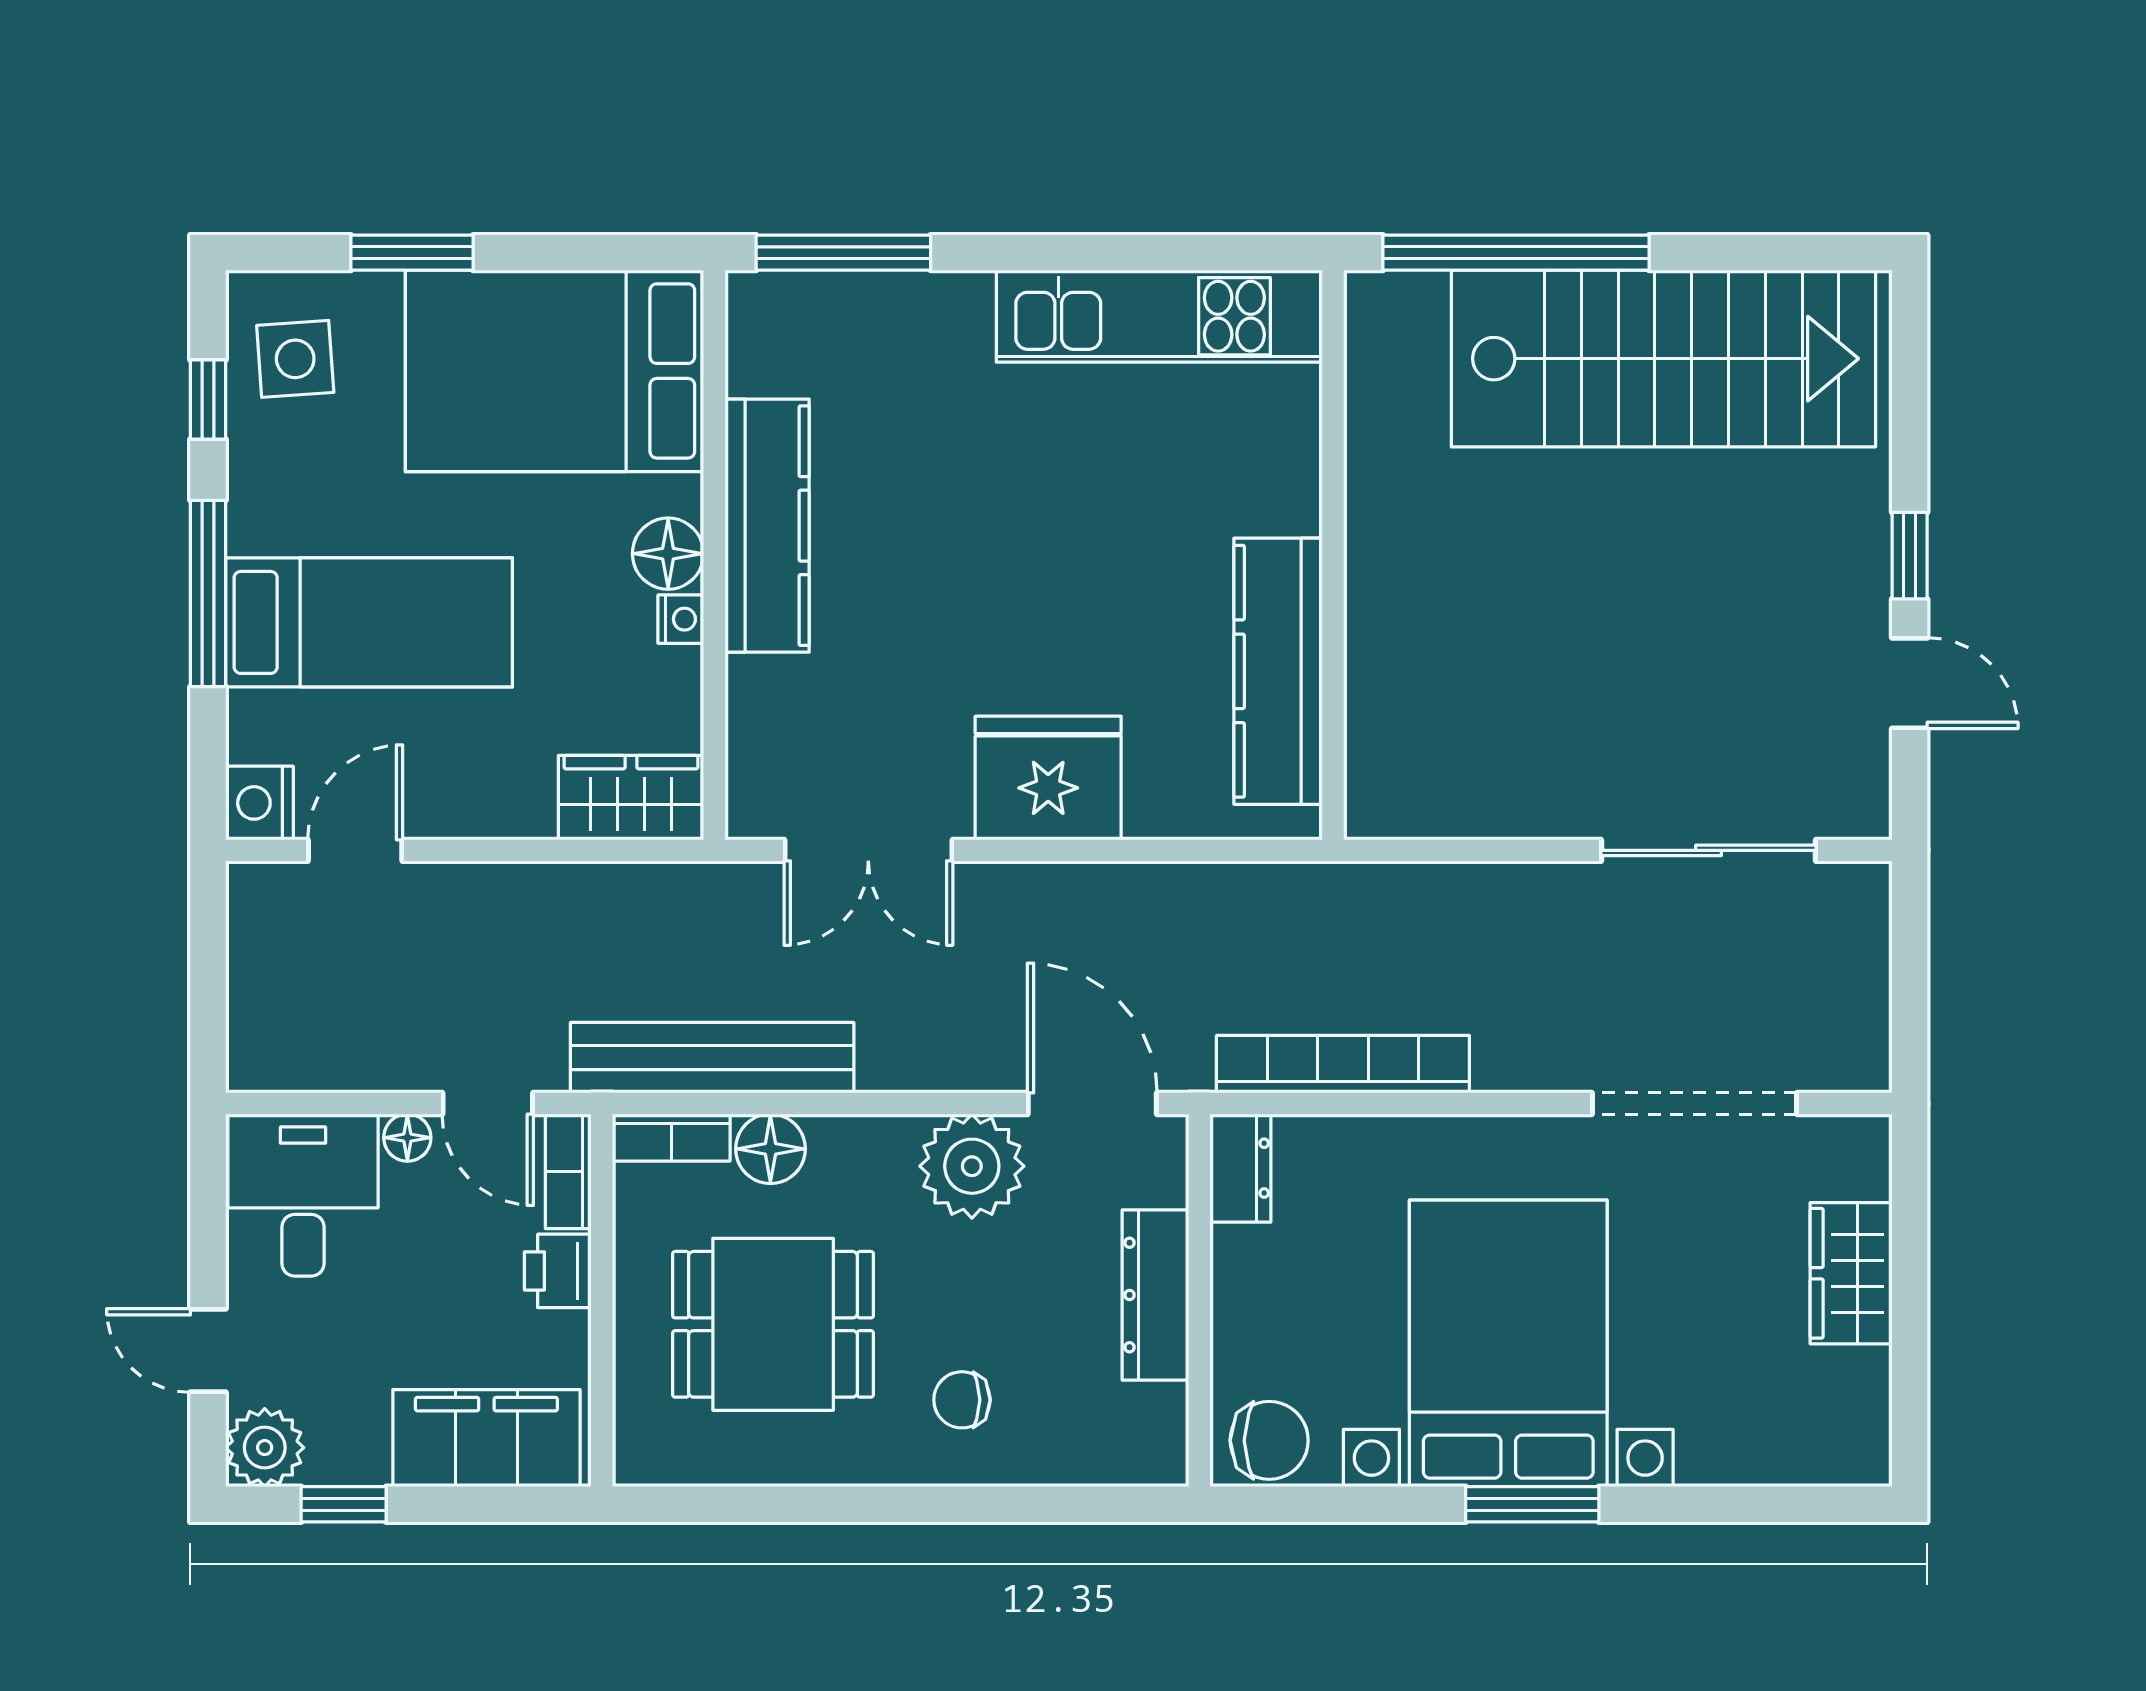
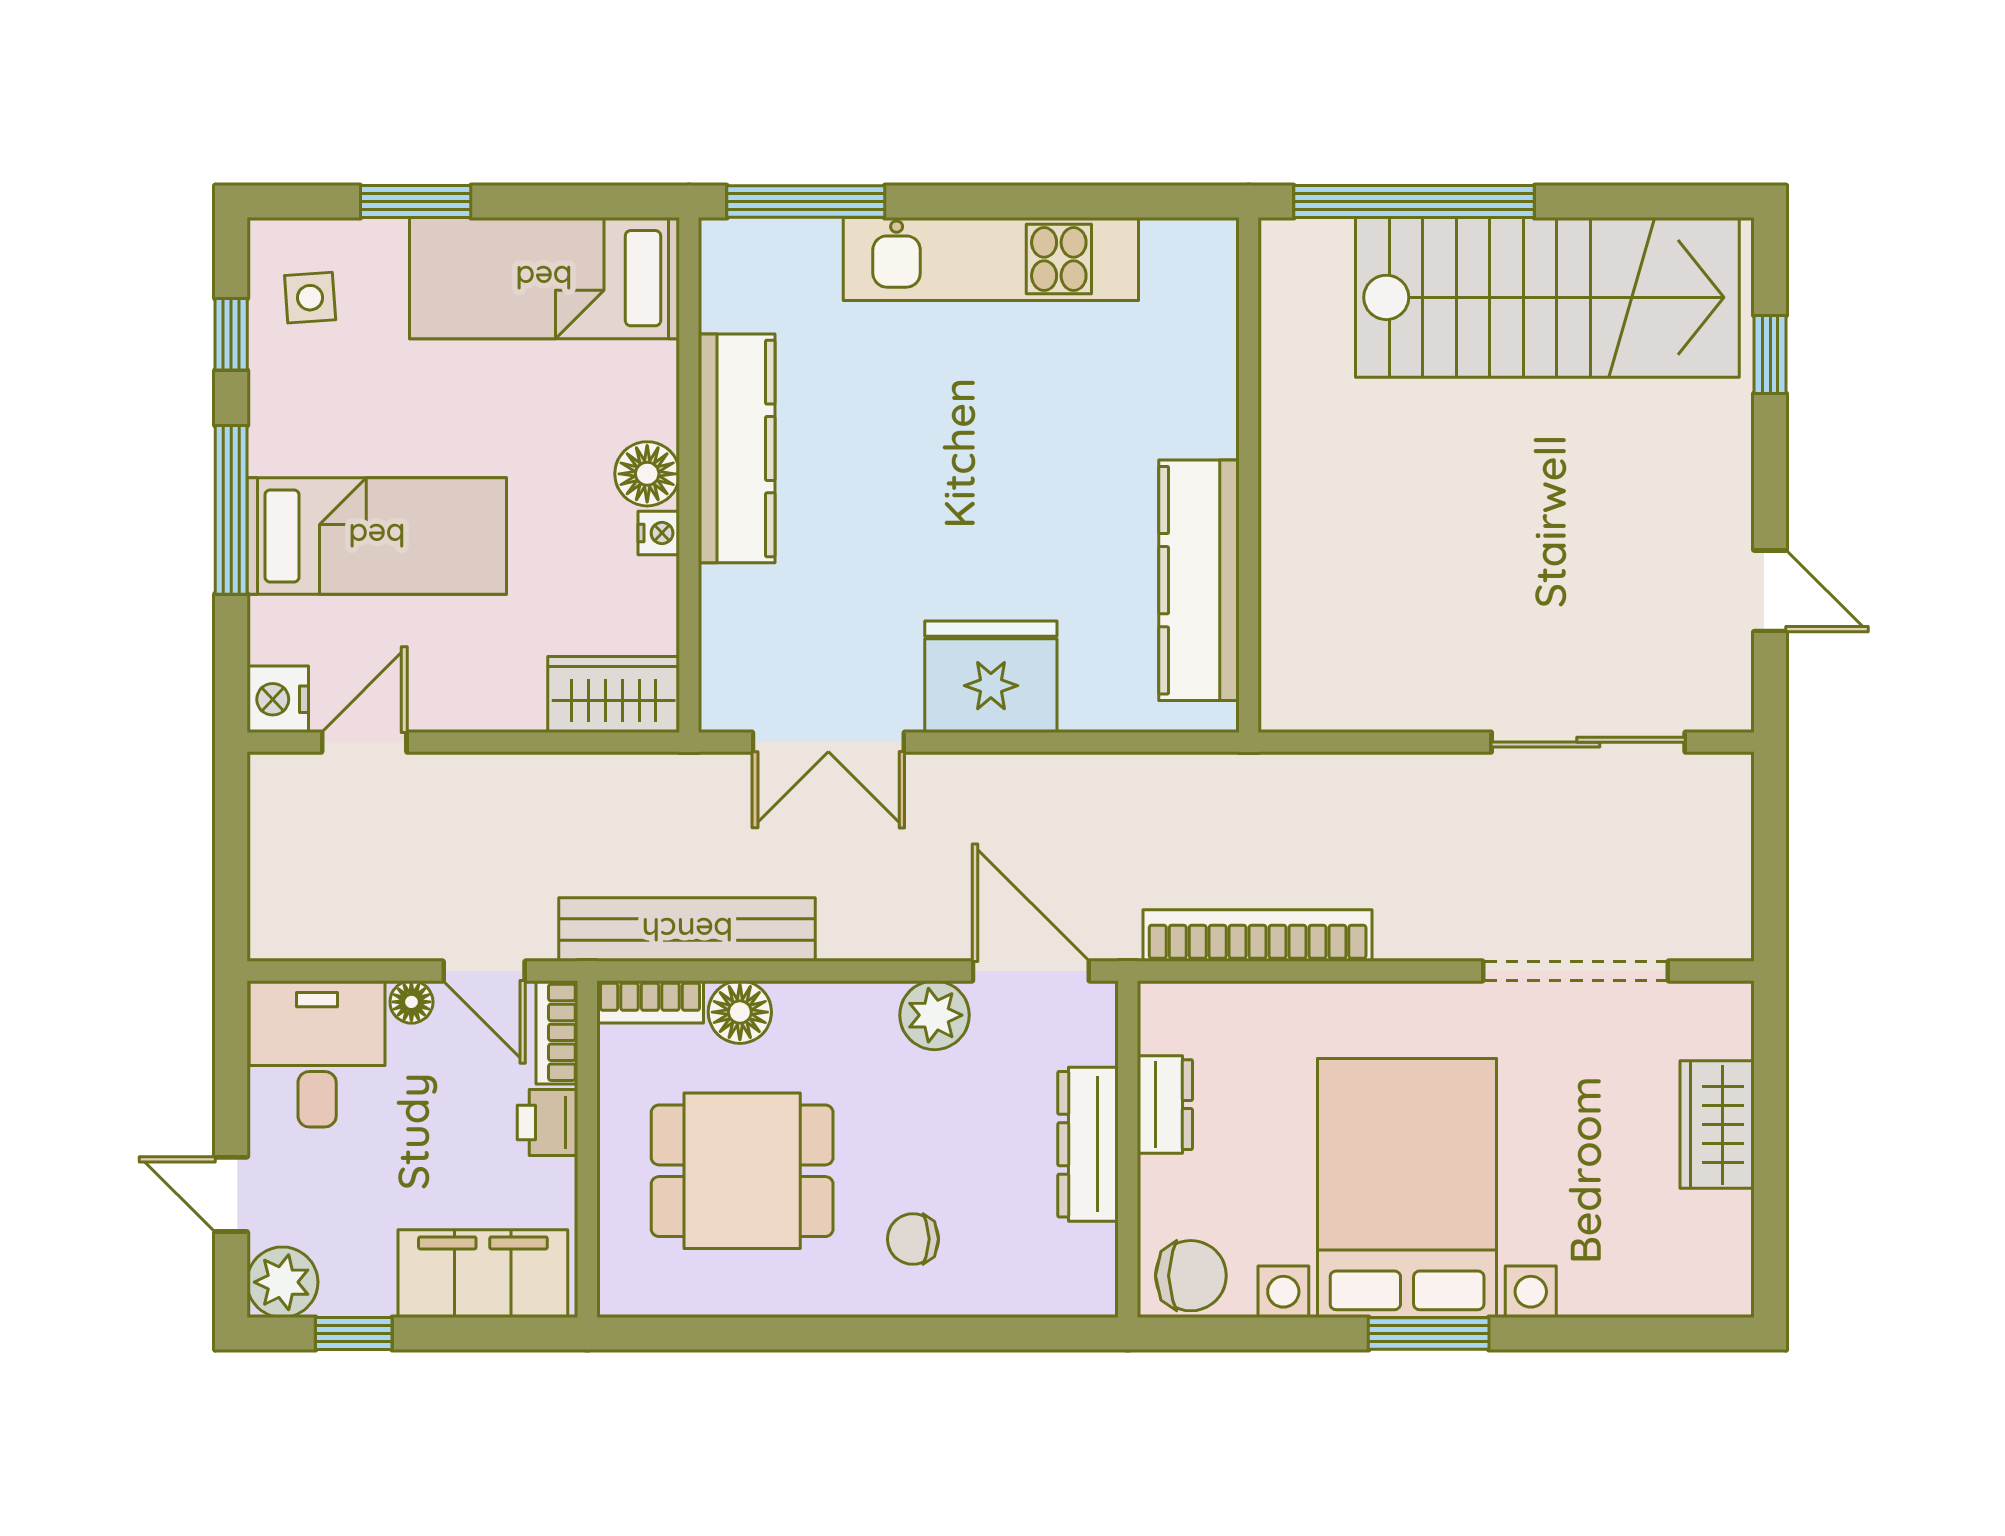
kitchen unit: (1159, 316) -> (991, 259), moved
side table: (295, 359) -> (310, 298), width x0.73, depth x0.73
bed: (554, 371) -> (544, 278), width x0.67
window: (1910, 556) -> (1770, 354), moved
plant: (972, 1166) -> (935, 1015), width x0.73, depth x0.73
dresser: (1240, 1168) -> (1165, 1105), moved

